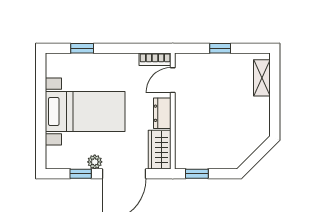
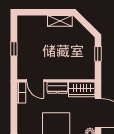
shelving: (262, 78) -> (60, 21), moved
window: (197, 174) -> (98, 54), moved

